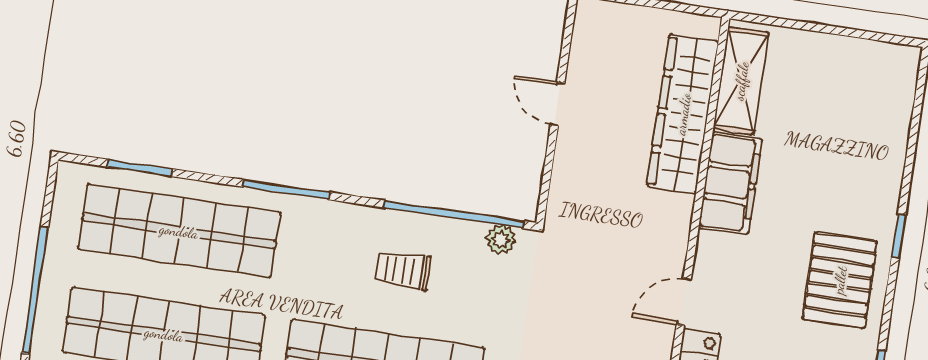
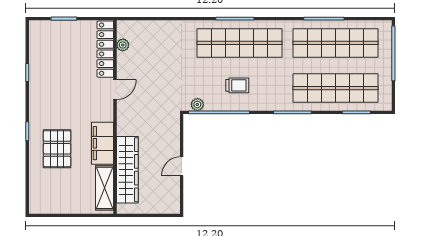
door: (557, 104) -> (182, 166), swing flipped
pallet: (840, 280) -> (57, 149), moved

